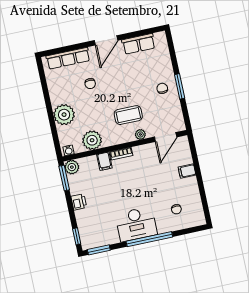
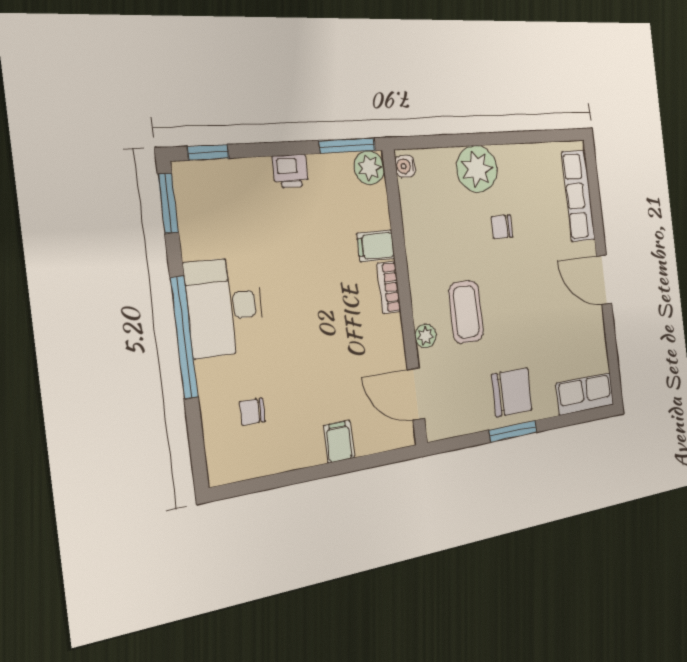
row of seats: (139, 44) -> (585, 394), moved, turned 90
chair: (90, 84) -> (502, 227), moved
chair: (162, 88) -> (512, 392), width x1.87, depth x1.87
plant: (92, 140) -> (422, 223), removed

